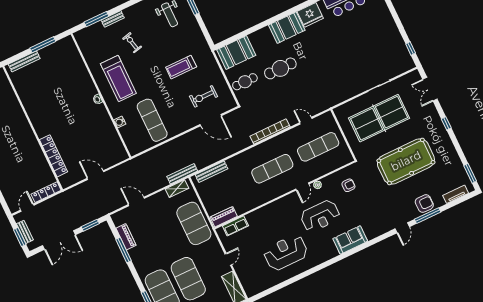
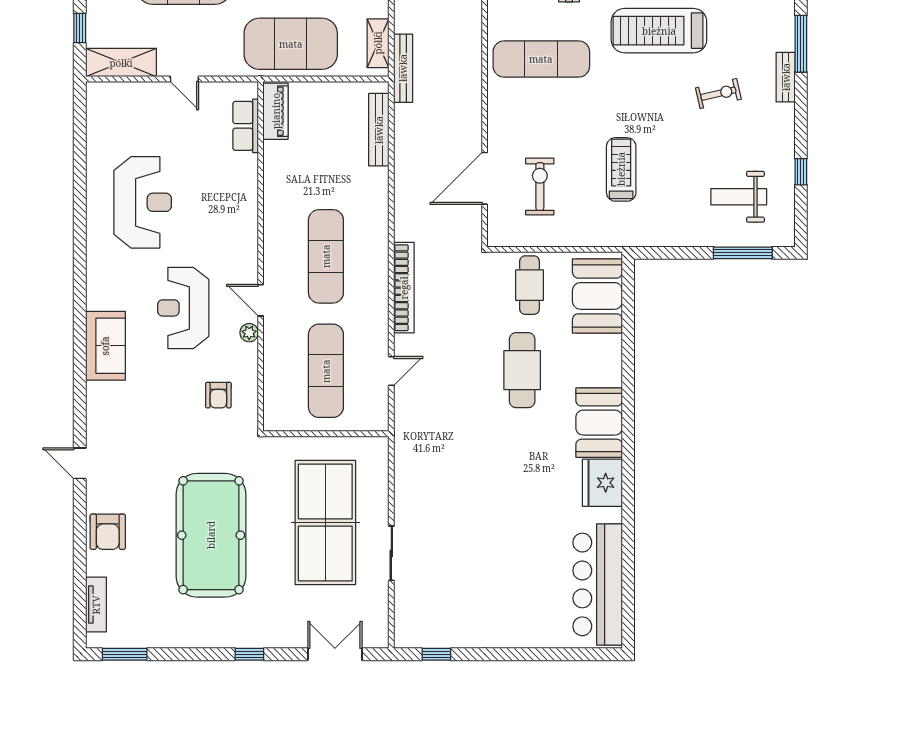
window: (428, 216) -> (80, 527), removed

